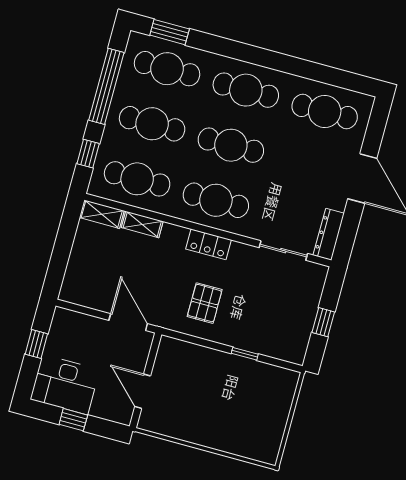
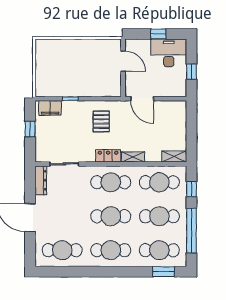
shelving: (142, 224) -> (133, 157), moved
filing cabinet: (282, 348) -> (50, 108), added

